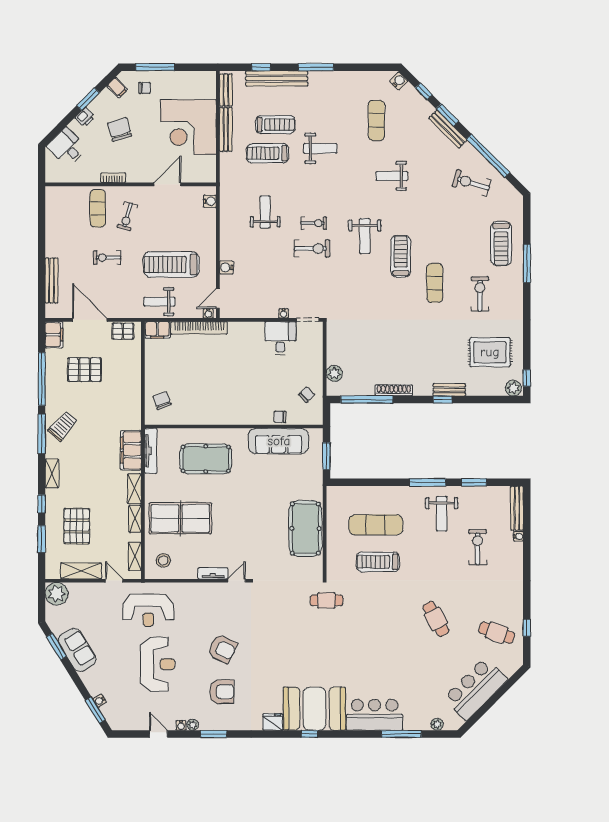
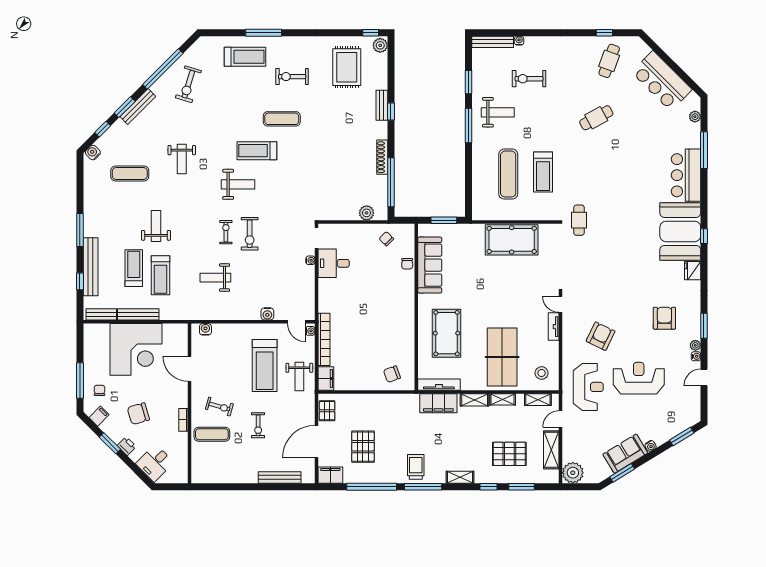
exercise bike: (312, 248) -> (250, 234), turned 180
trolley: (63, 426) -> (416, 467), turned 49
armchair: (222, 649) -> (601, 336), moved
water cooler: (100, 701) -> (651, 446), moved

